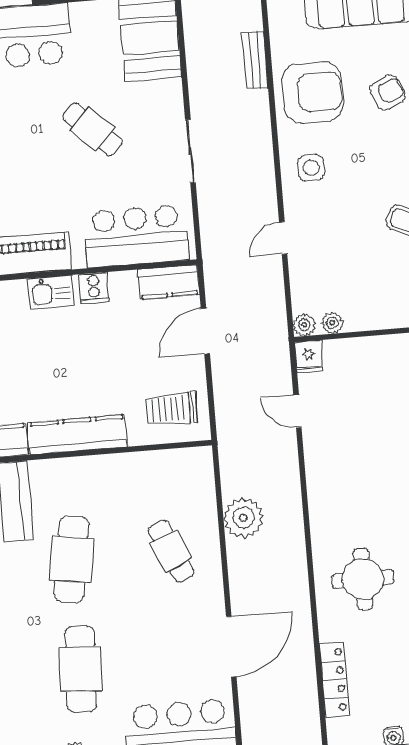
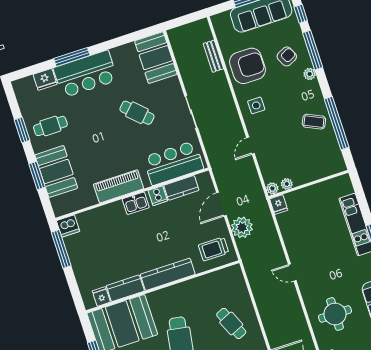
kitchen counter: (169, 282) -> (181, 188), moved
door: (297, 411) -> (292, 273), moved
plant: (243, 518) -> (242, 227), moved

